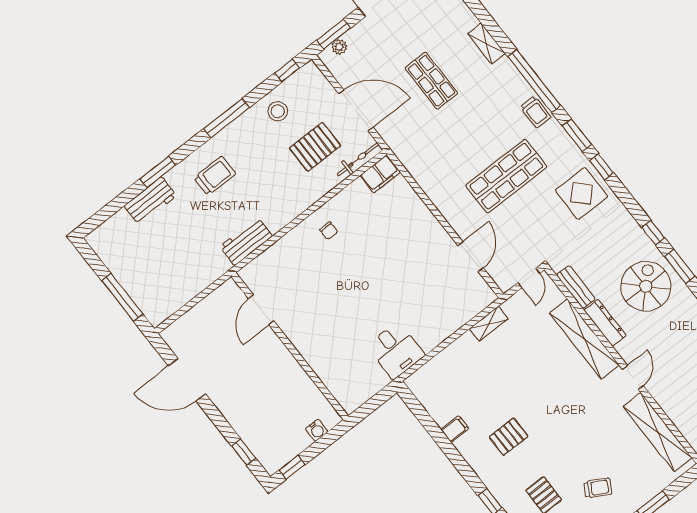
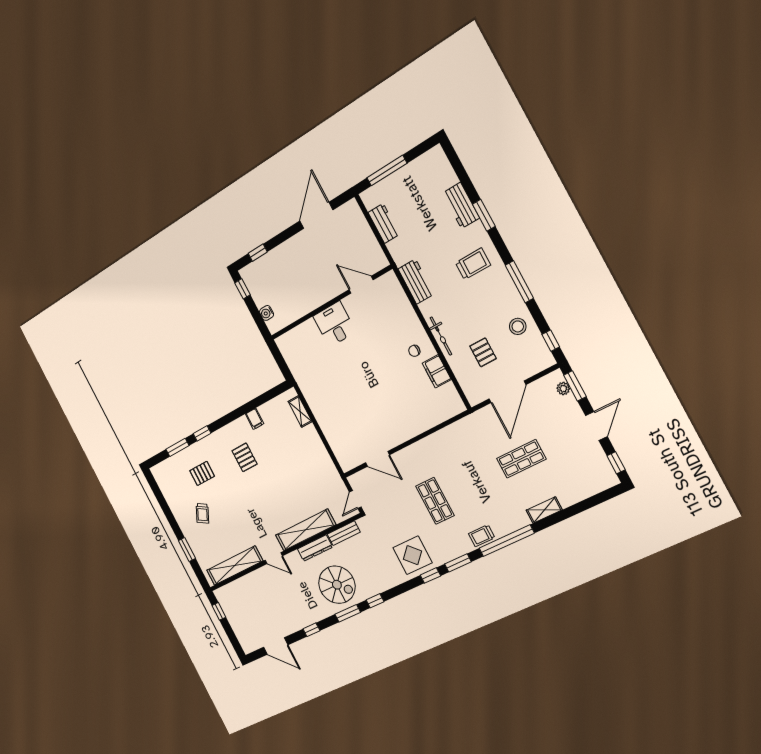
pallet: (315, 147) -> (483, 352), width x0.67, depth x0.71
bicycle: (358, 159) -> (441, 336), moved
filing cabinet: (380, 174) -> (437, 371), moved
trolley: (215, 176) -> (473, 264), turned -90
shop shelf: (506, 176) -> (435, 501), width x0.70, depth x0.74
door: (529, 278) -> (355, 499), hinge flipped
workbench: (184, 292) -> (384, 223), added
shelving: (489, 324) -> (300, 411), moved
desk: (396, 350) -> (334, 324), moved, turned 90

